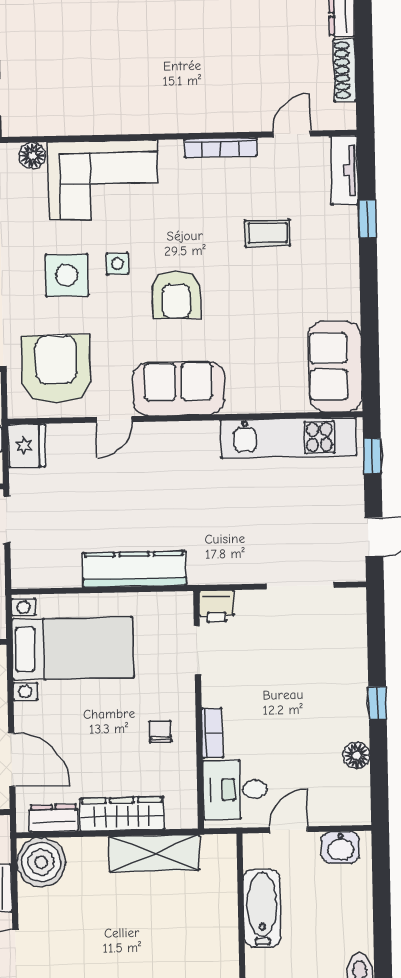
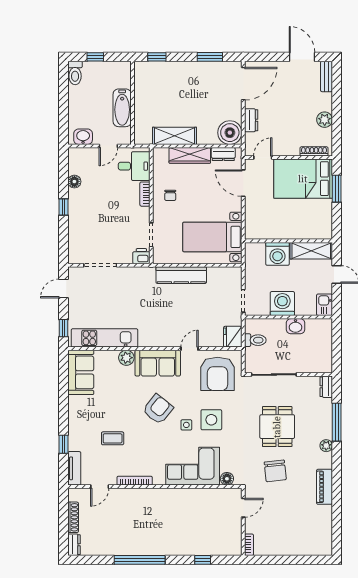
armchair: (176, 295) -> (158, 409), turned 39
plant: (243, 398) -> (126, 358), added

